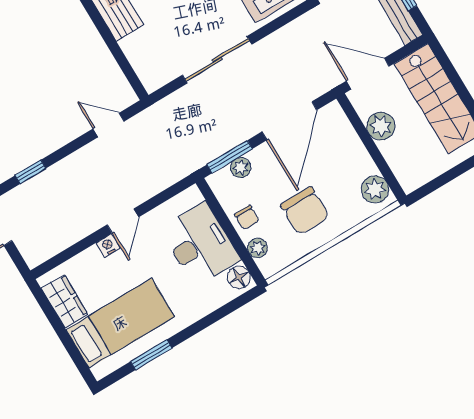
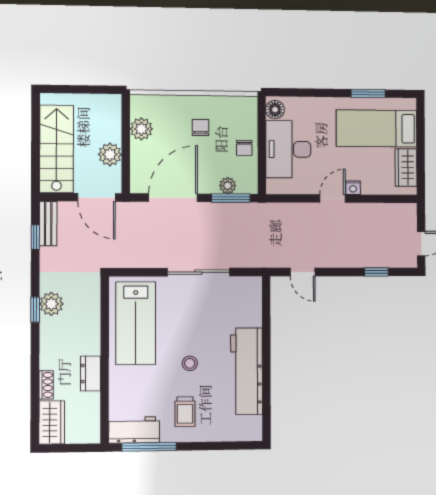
plant: (375, 189) -> (141, 129), moved
chair: (305, 211) -> (200, 127), width x0.54, depth x0.54
chair: (247, 217) -> (244, 148), turned 180
plant: (257, 248) -> (250, 122), removed

